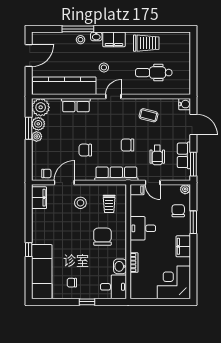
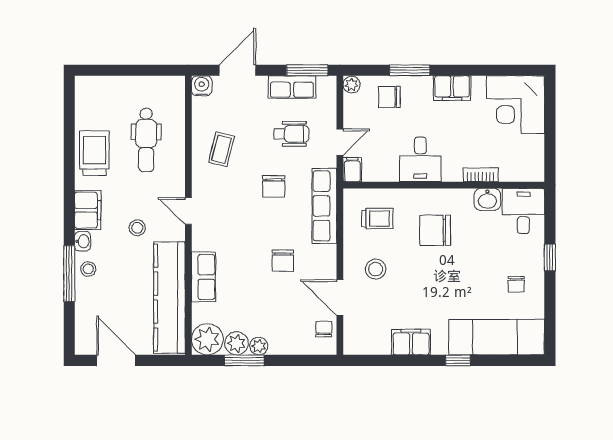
filing cabinet: (39, 198) -> (411, 342), moved

